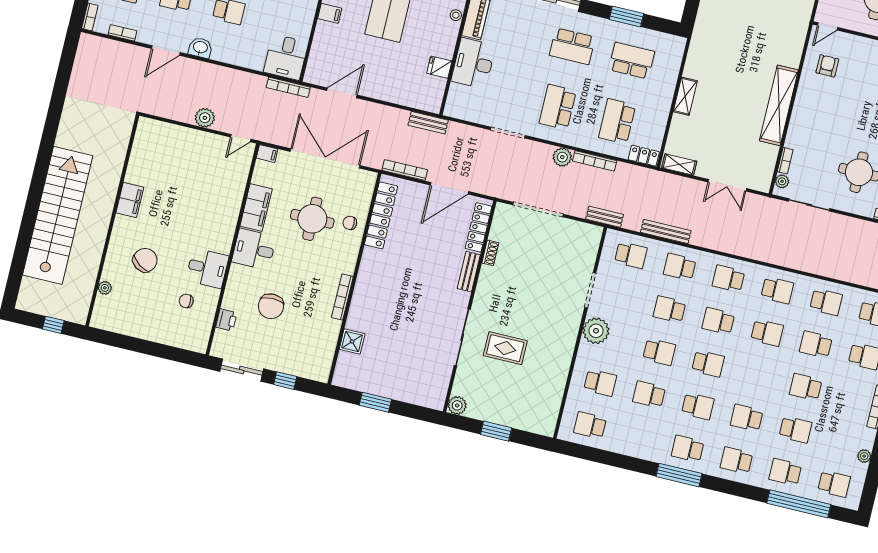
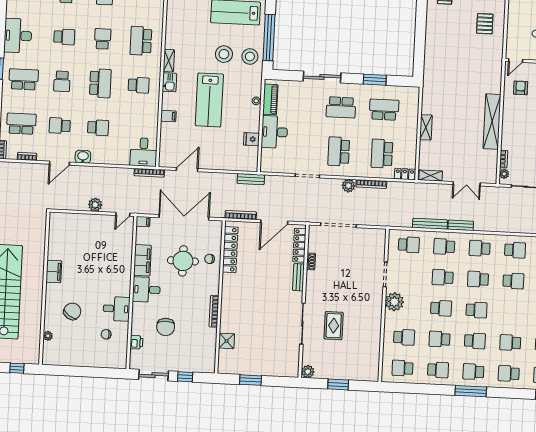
bench: (605, 217) -> (461, 225), moved
rug: (505, 348) -> (334, 326), turned 90
school desk: (639, 437) -> (438, 370), added

